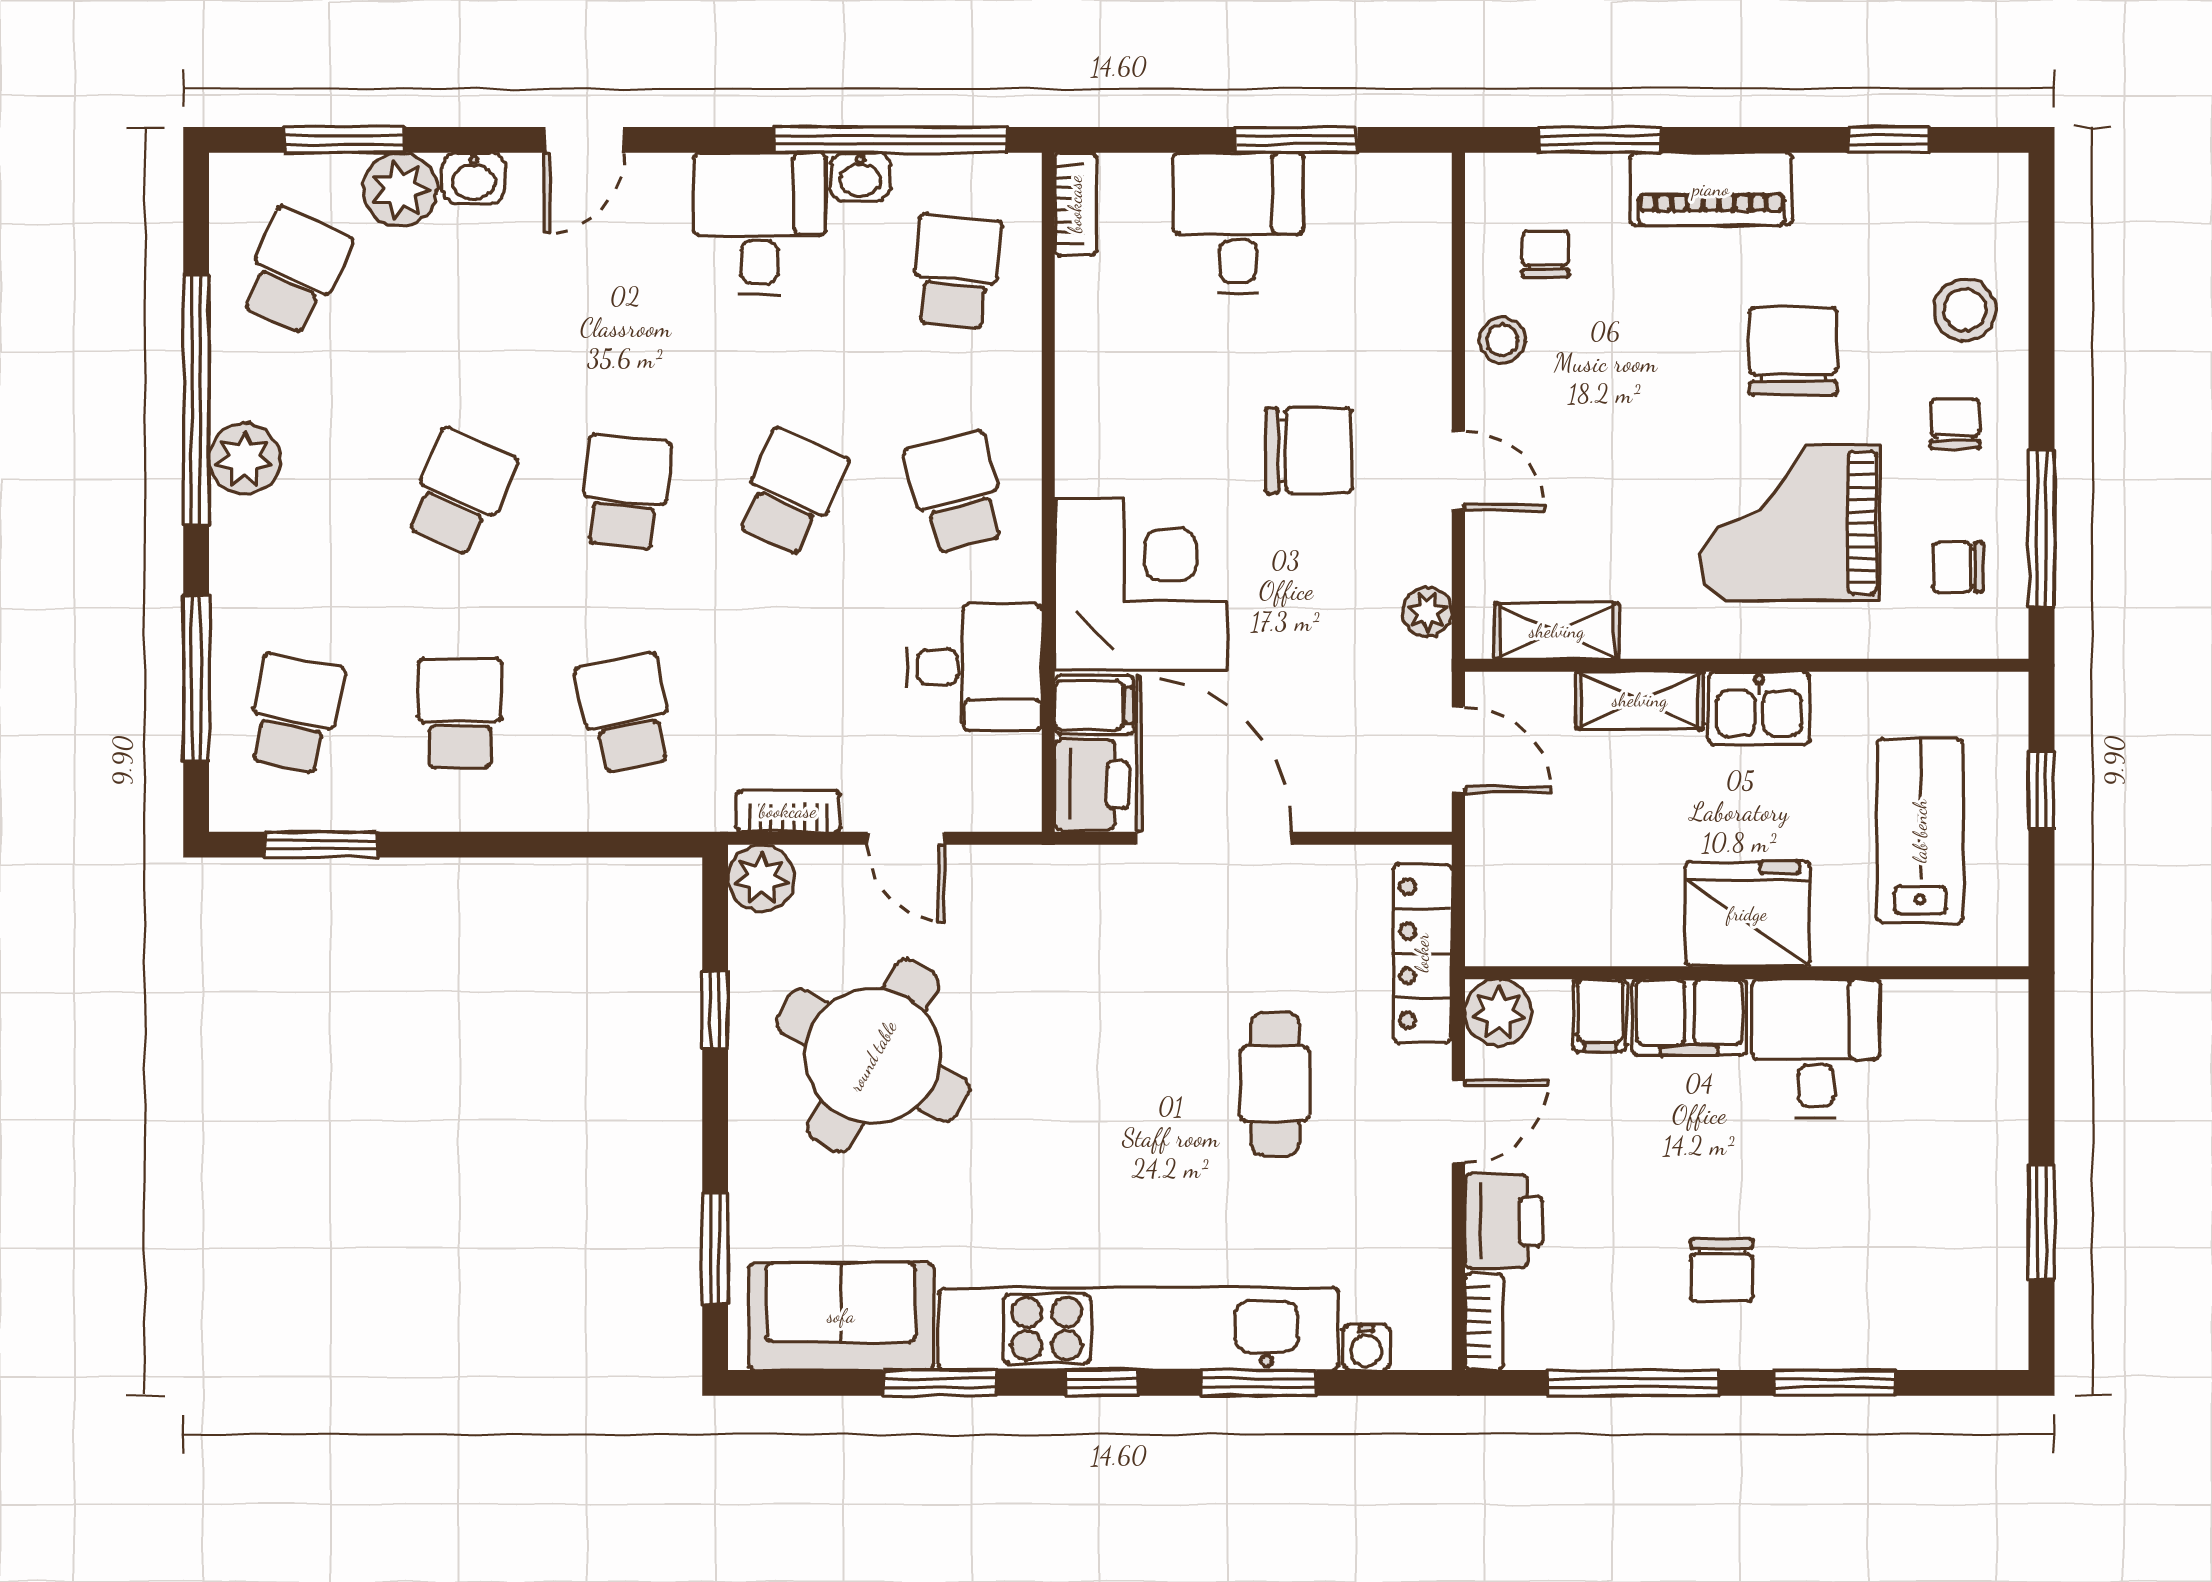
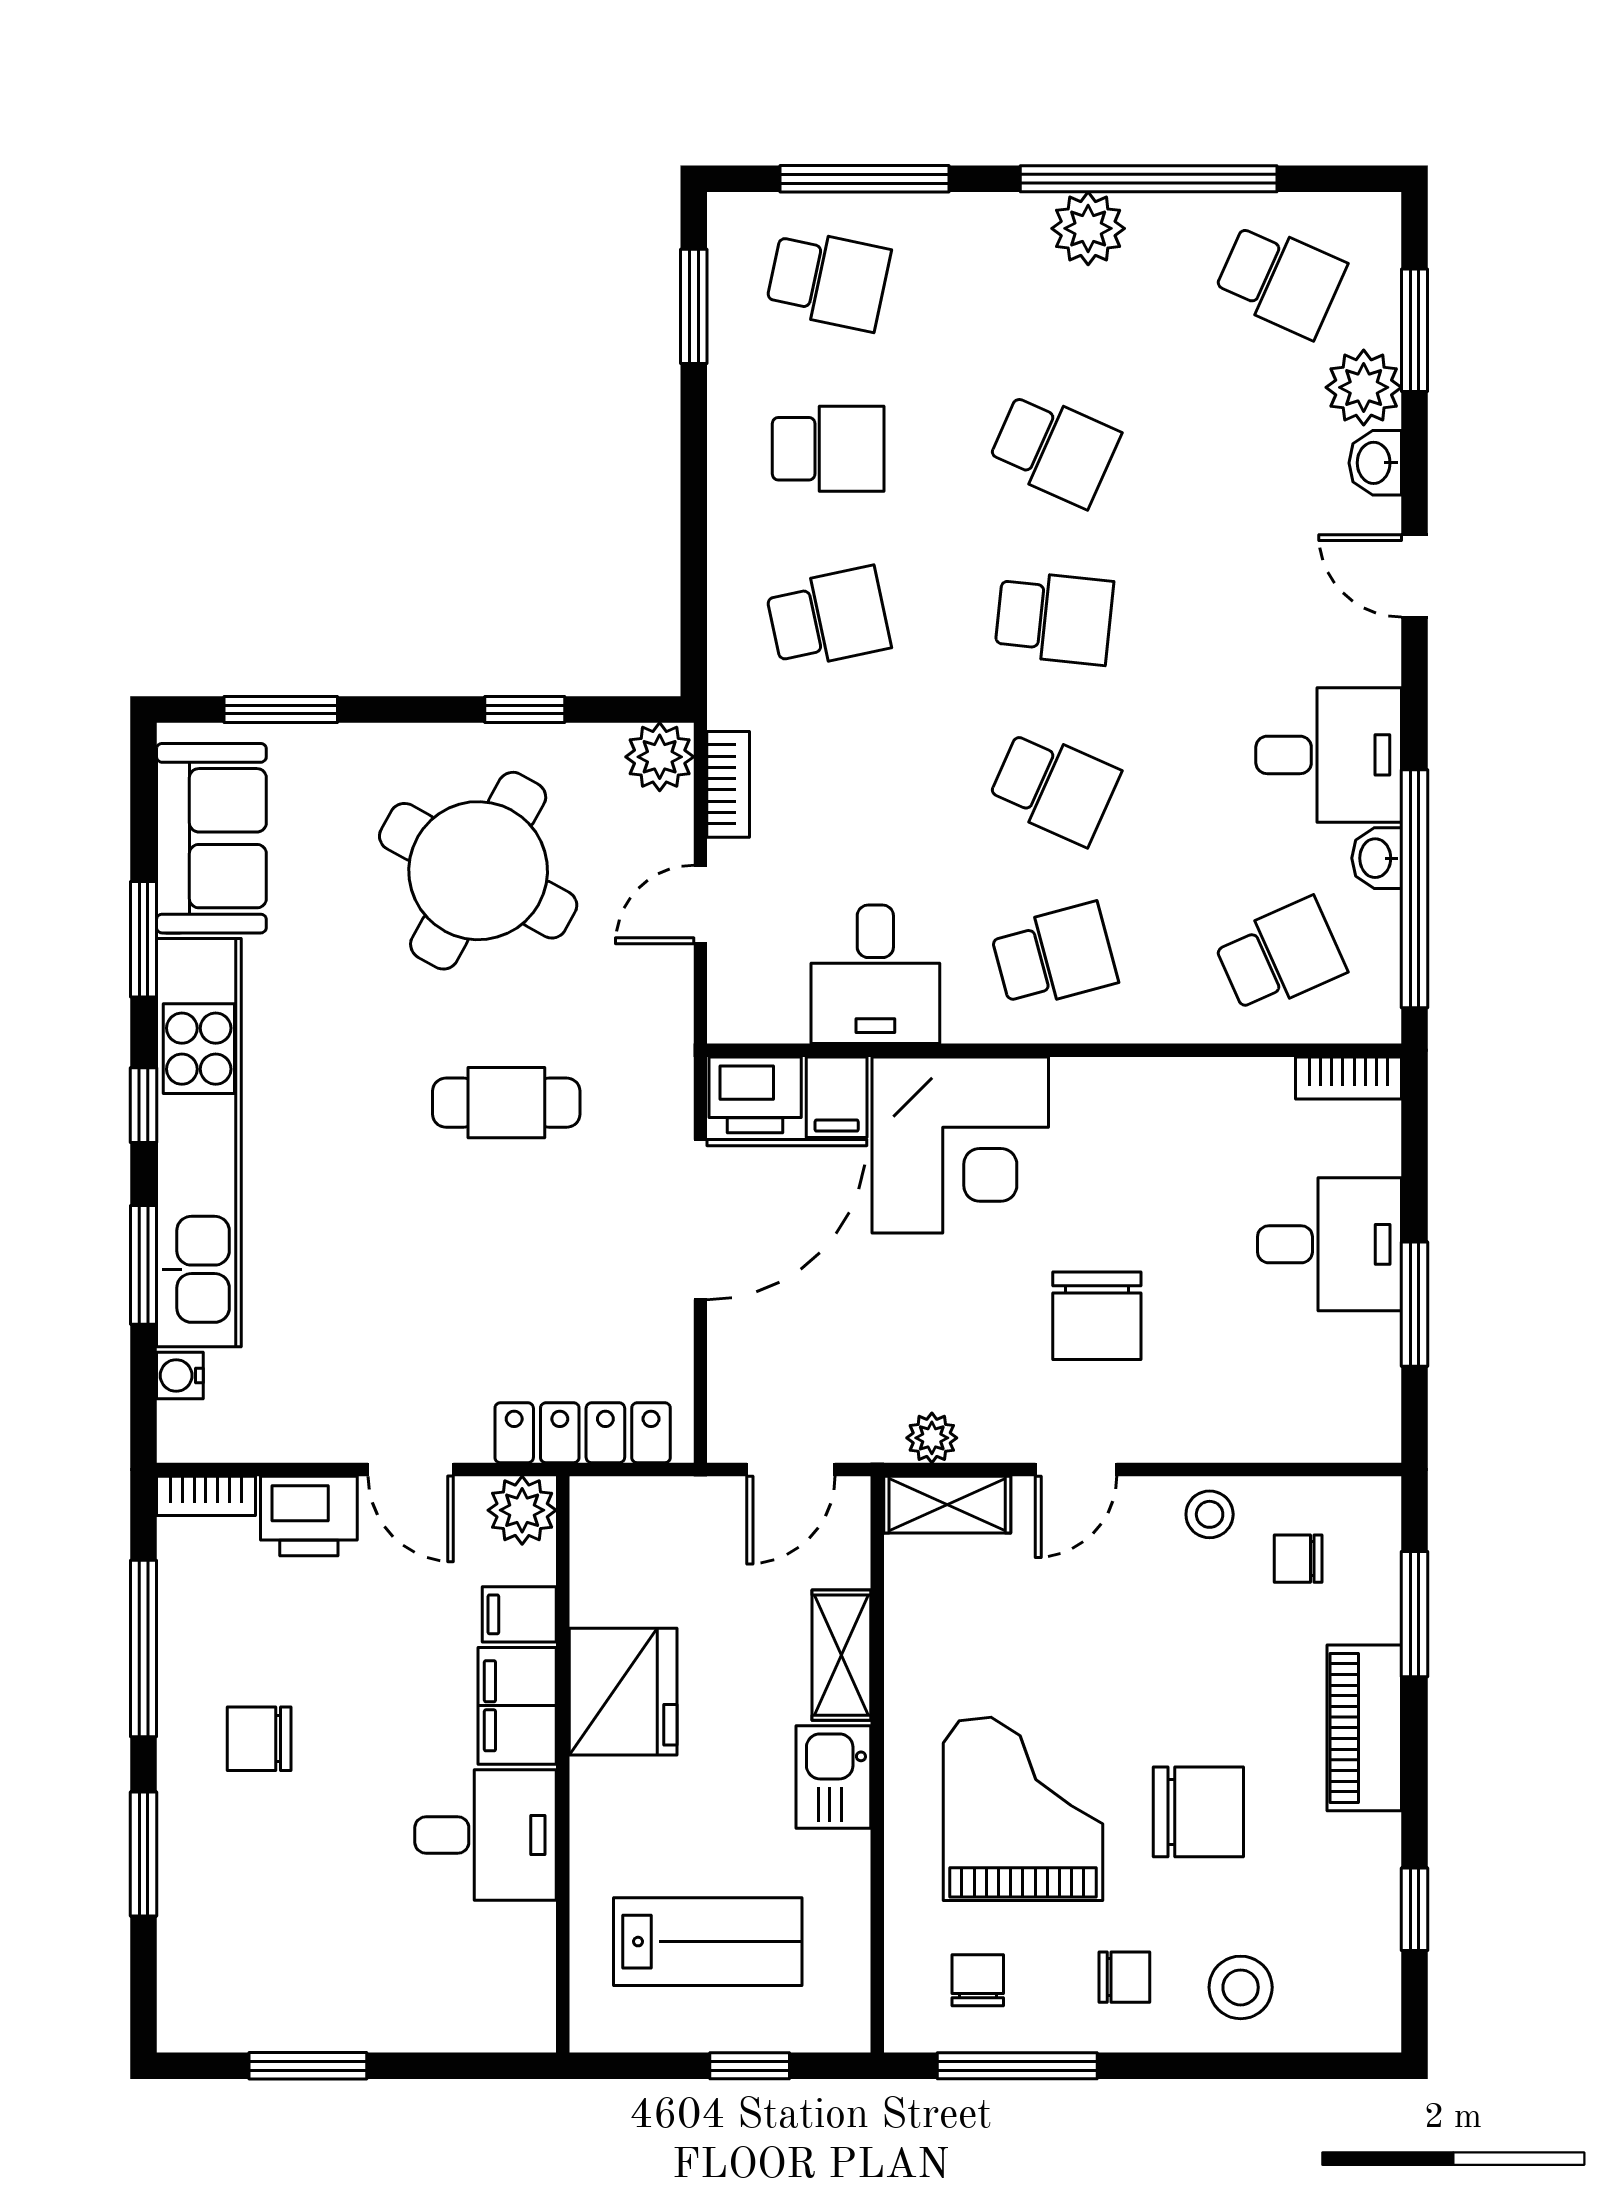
chair: (1545, 254) -> (1298, 1559), turned 180
school desk: (956, 271) -> (1280, 956), turned -30
shelving: (1557, 631) -> (947, 1505), moved, turned 90
fridge: (1747, 914) -> (623, 1692), moved
cafe table: (1275, 1084) -> (506, 1103), moved

